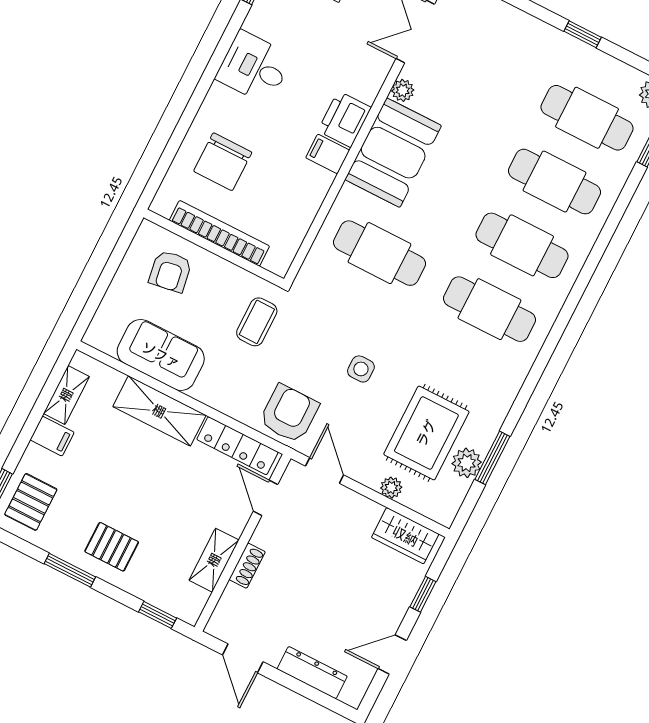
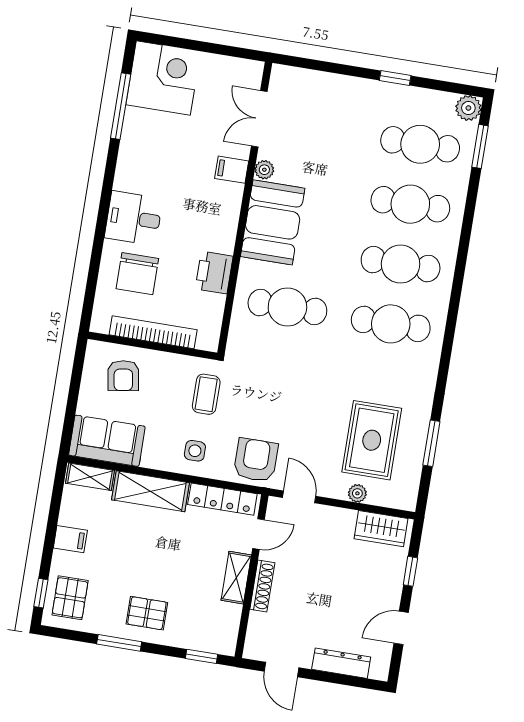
desk: (254, 67) -> (134, 218), moved
printer: (345, 119) -> (214, 273), moved
filing cabinet: (328, 154) -> (232, 170), moved
sofa: (161, 355) -> (107, 441), moved
side table: (361, 369) -> (195, 451), moved
shelving: (66, 395) -> (90, 477), moved, turned 90
plant: (467, 463) -> (412, 454), removed
door: (265, 498) -> (258, 534), swing flipped
shelving: (214, 560) -> (236, 578), moved
shoe rack: (247, 566) -> (262, 586), width x1.43

